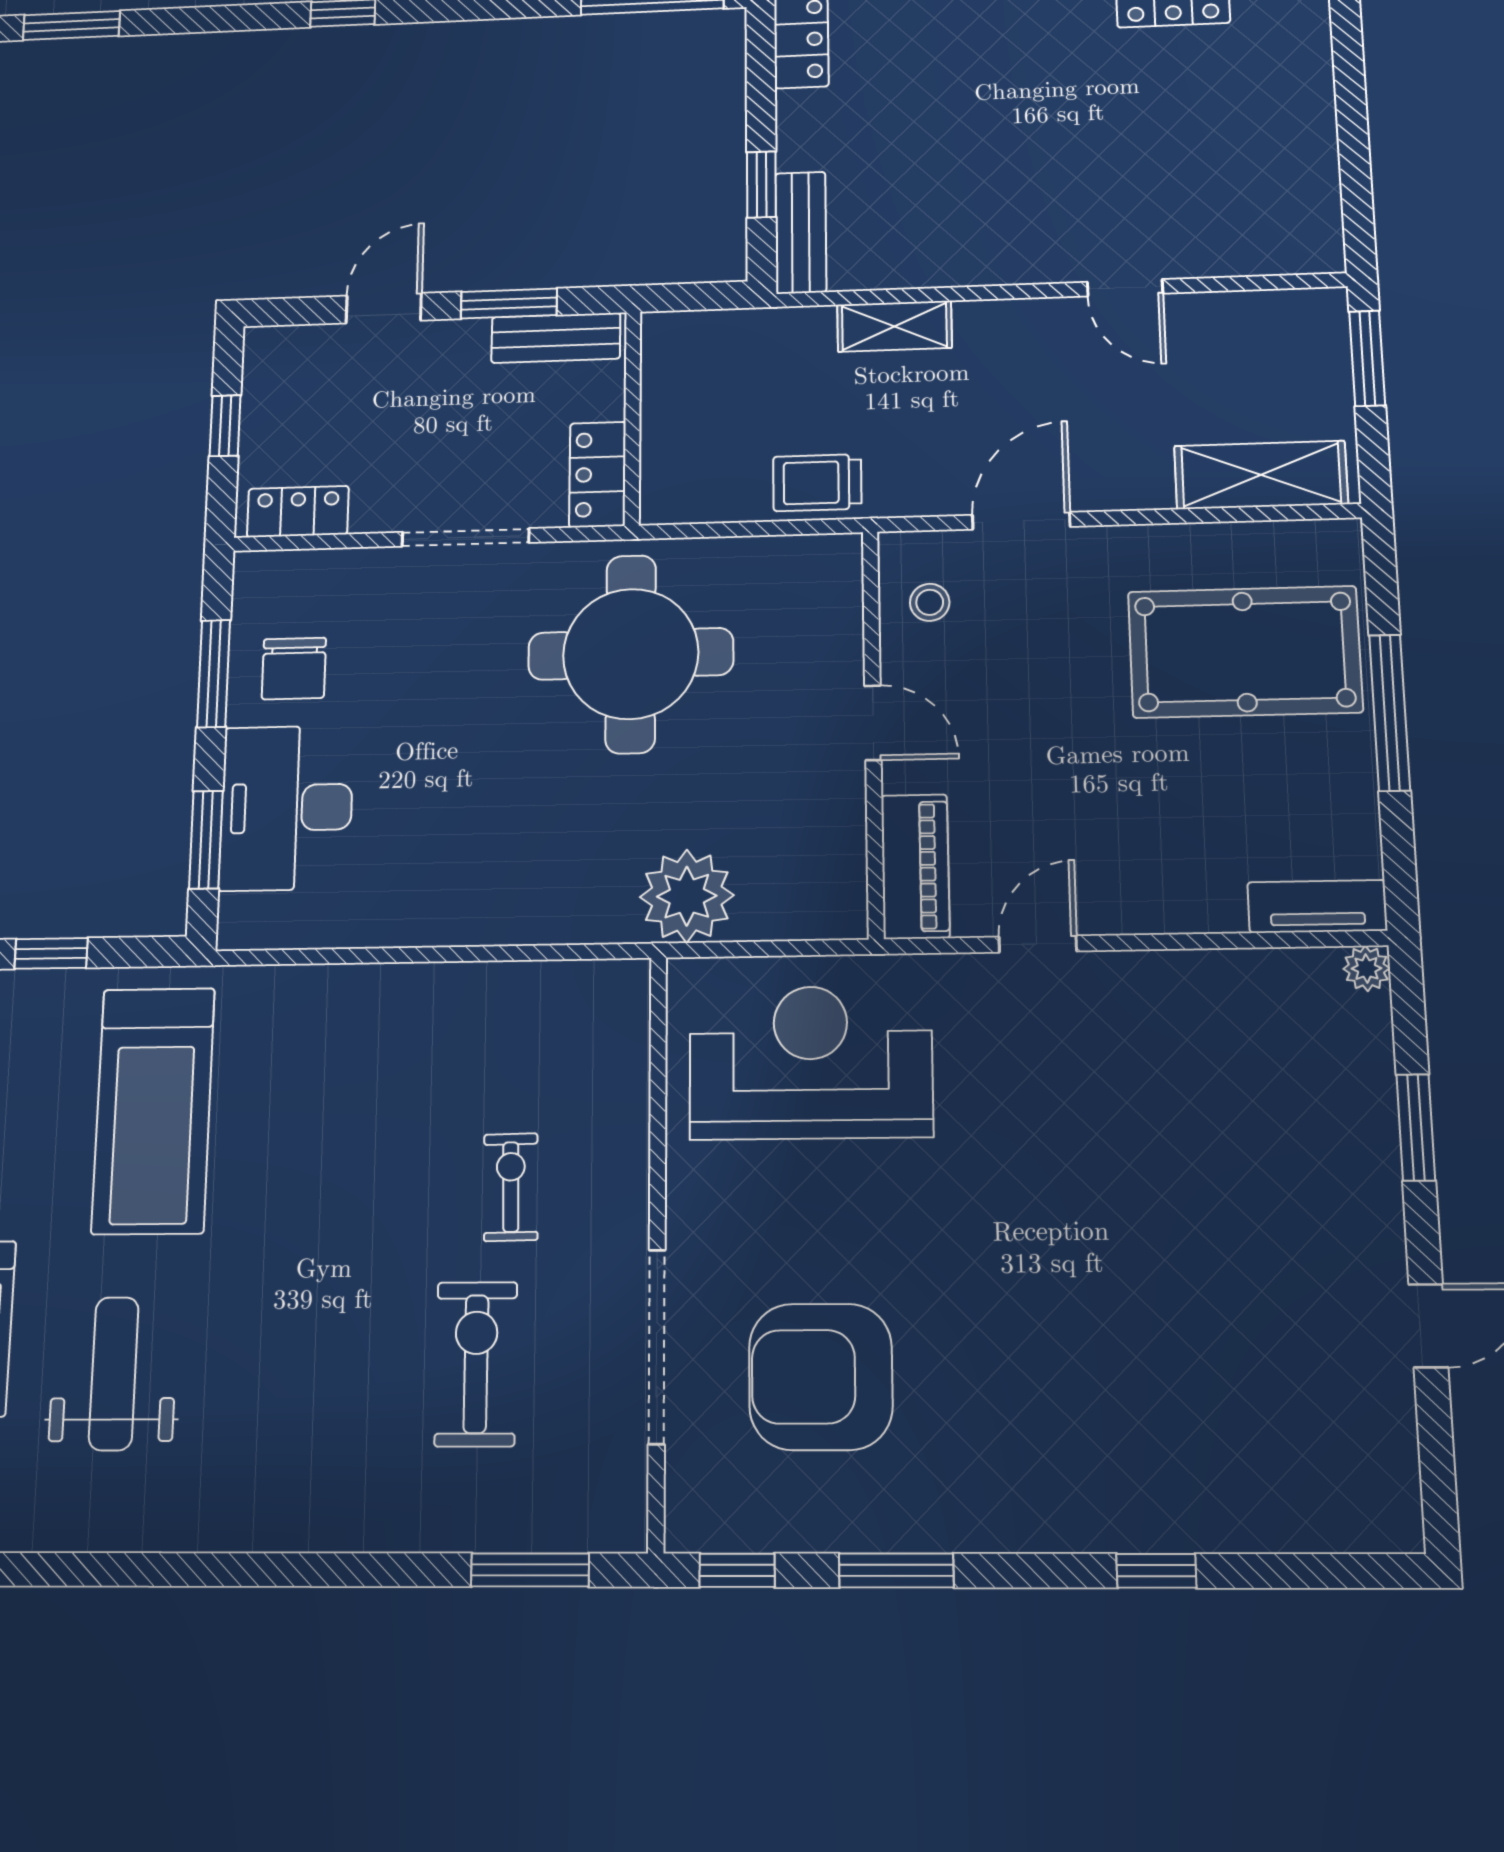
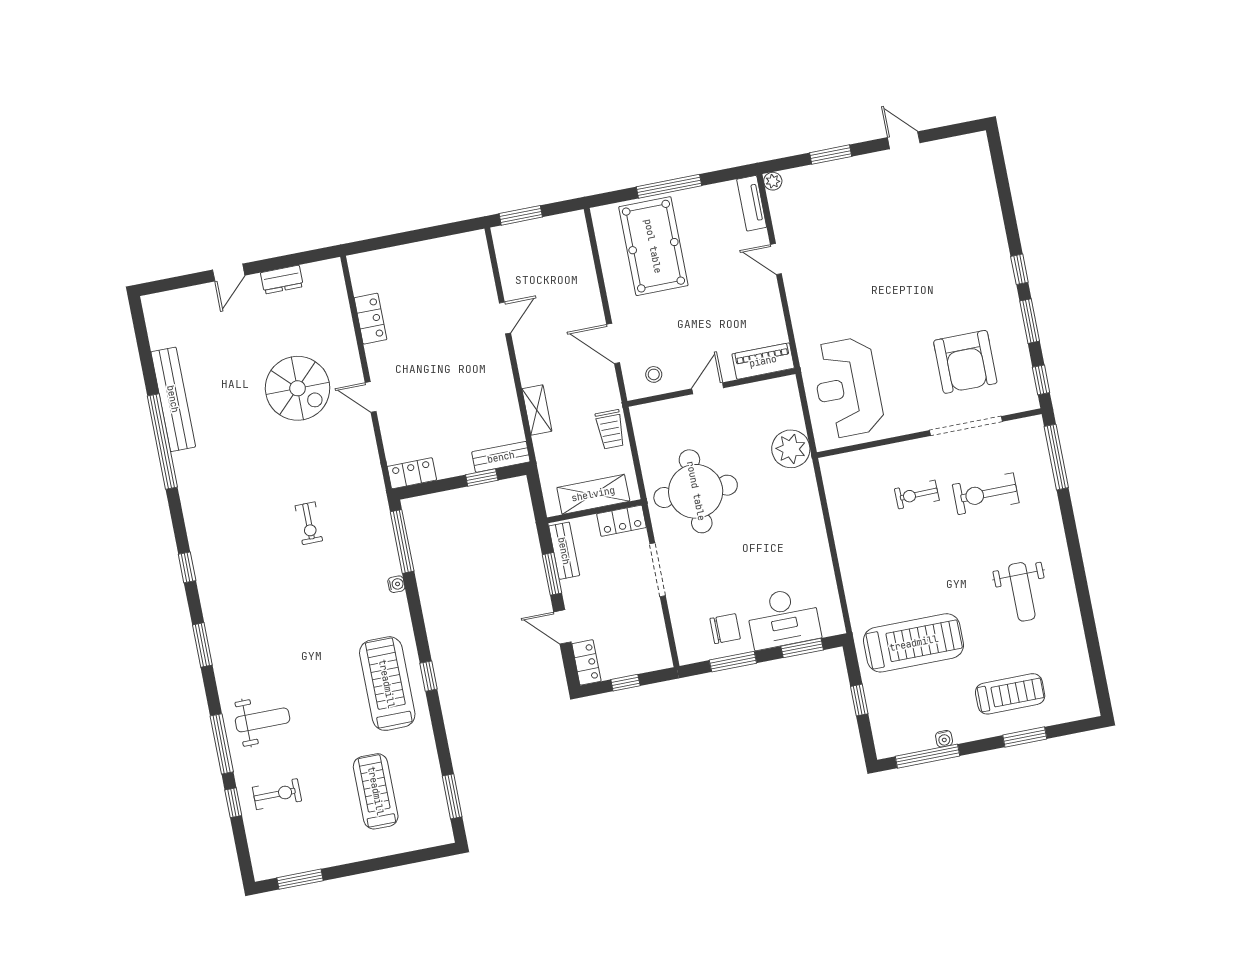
shelving: (1261, 475) -> (593, 494), moved, turned 90
locker: (298, 512) -> (586, 662), moved, turned 180
door: (1038, 944) -> (776, 259), moved
weight bench: (114, 1373) -> (1022, 592), moved, turned -90
window: (530, 1570) -> (1056, 457), width x1.44
window: (1156, 1571) -> (1019, 269), moved

